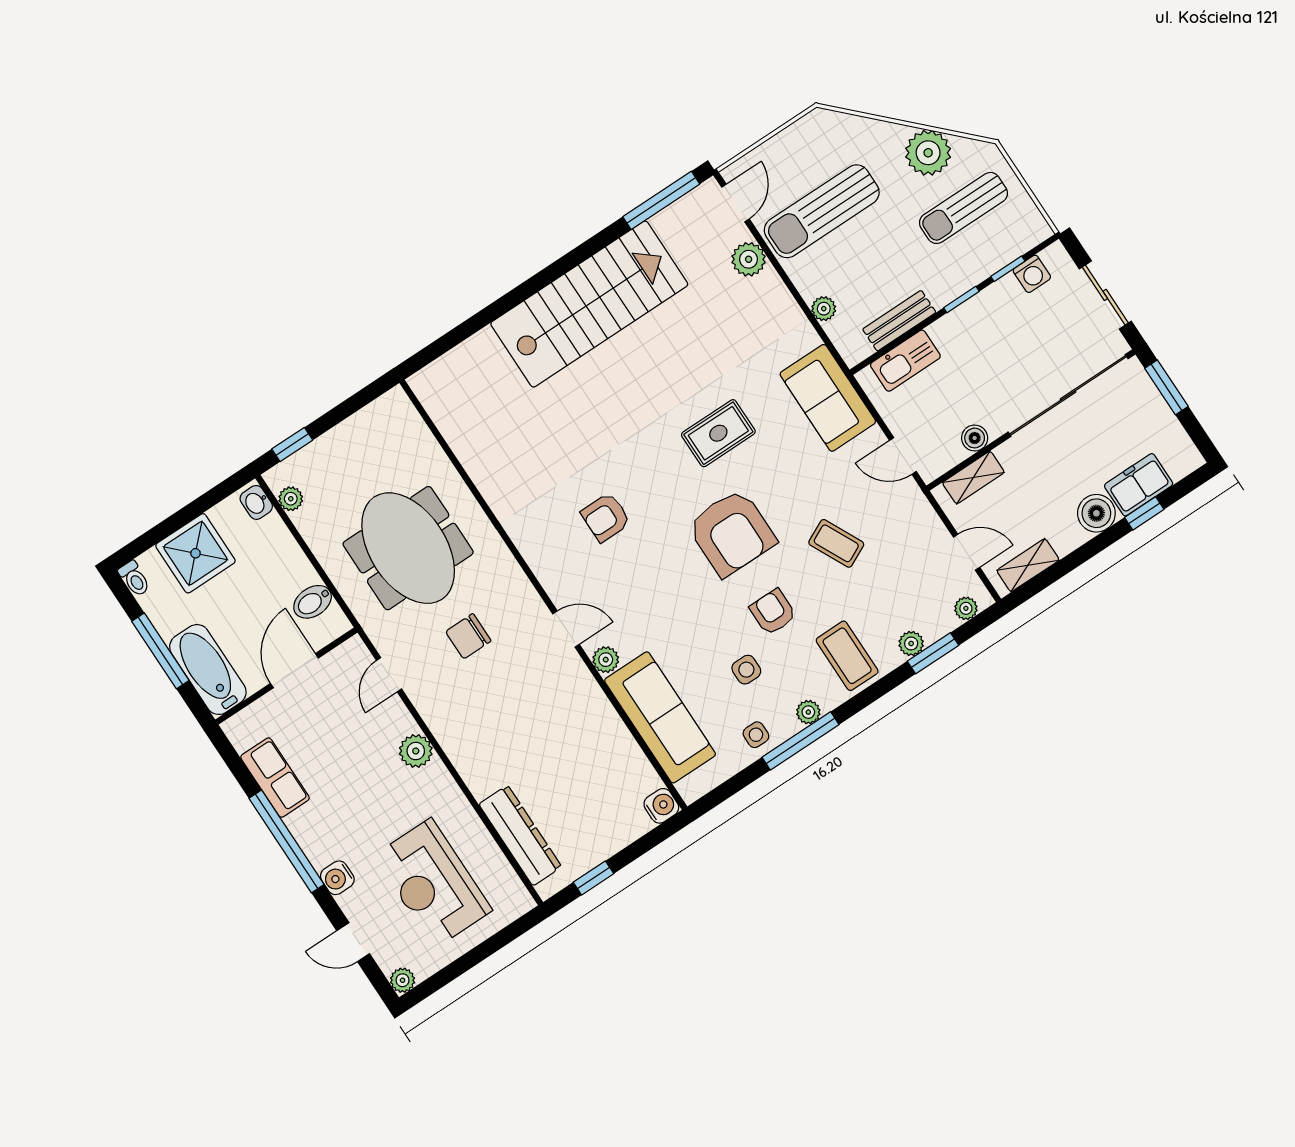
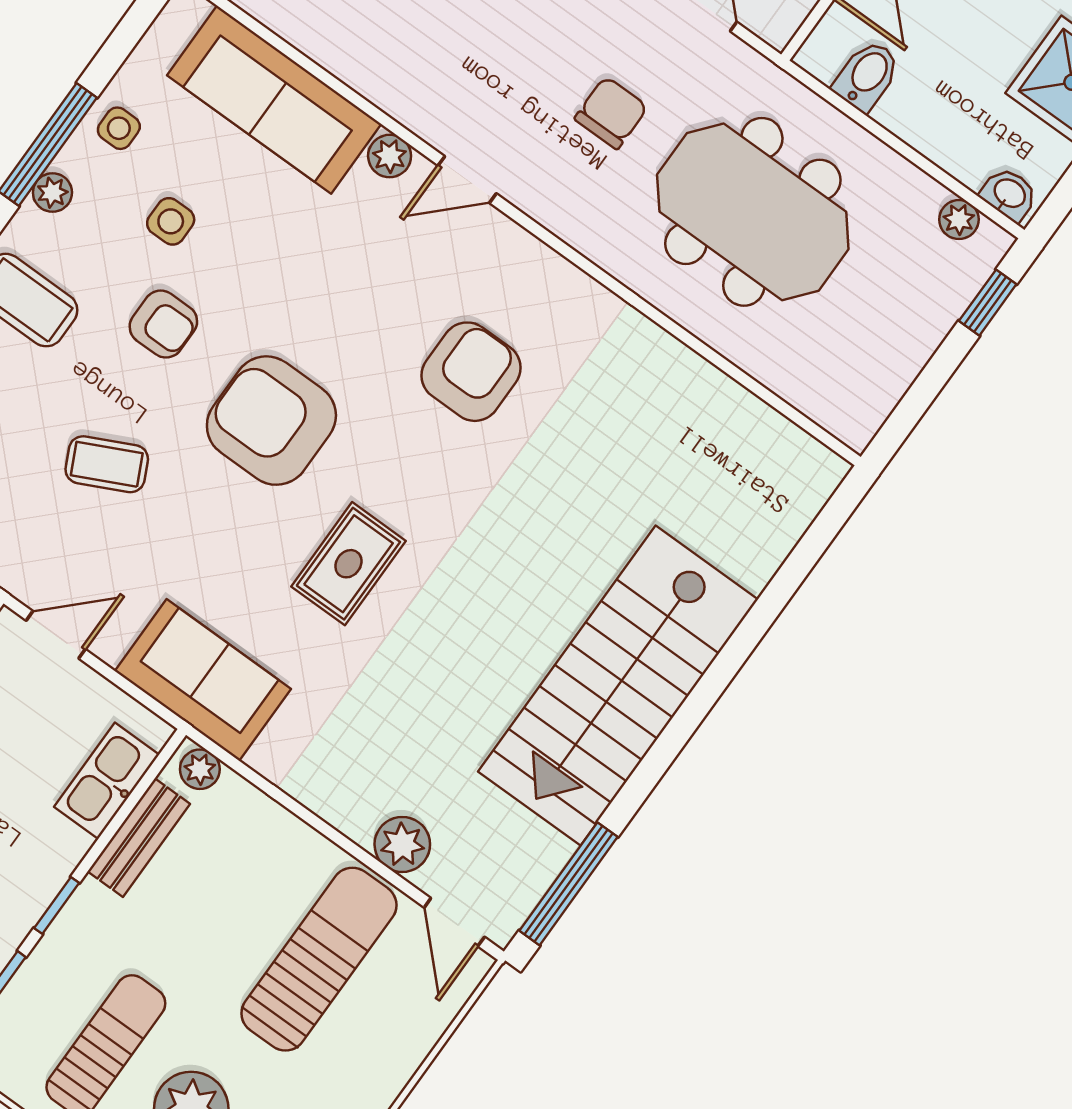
plant: (824, 309) -> (200, 769), moved
armchair: (606, 517) -> (471, 372), width x1.38, depth x1.38

